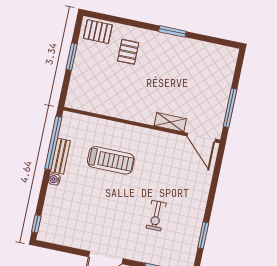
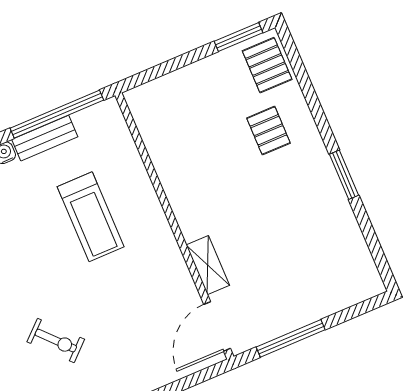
pallet: (128, 52) -> (268, 131), turned 90
window: (72, 57) -> (238, 37), moved
exercise bike: (156, 216) -> (56, 341), turned -133

